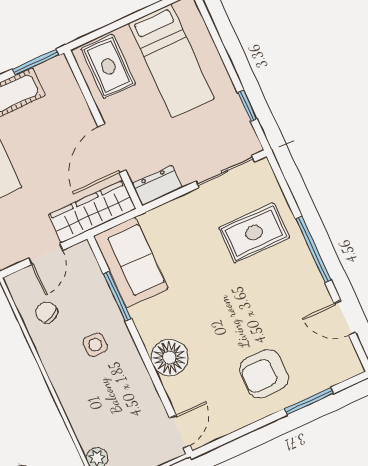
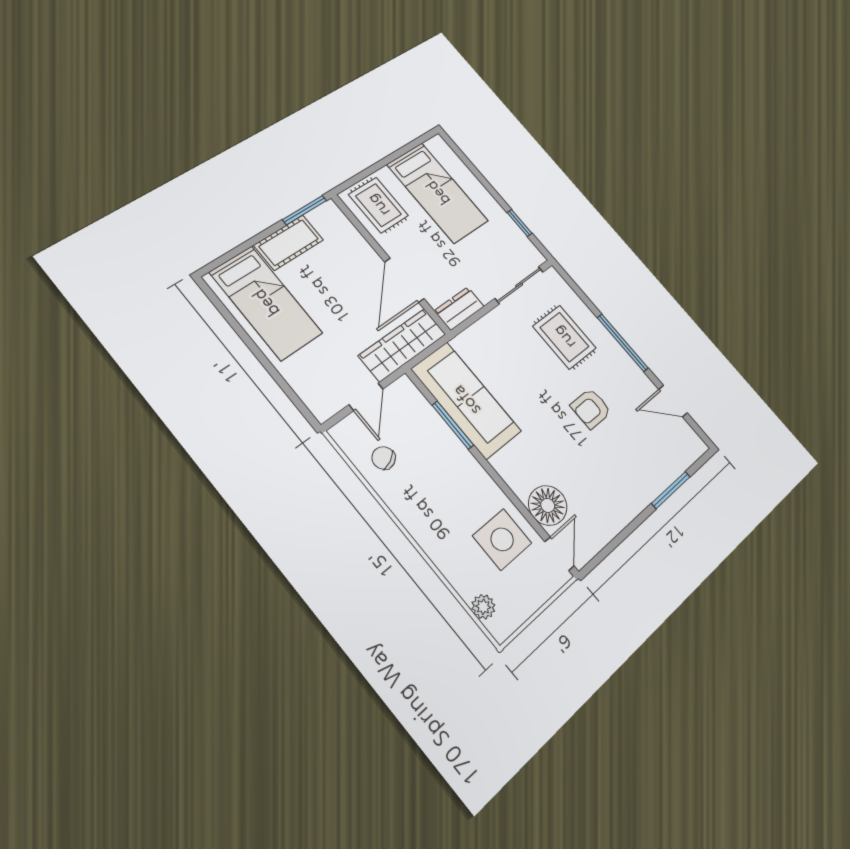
rug: (254, 233) -> (564, 337), turned 90
sofa: (131, 262) -> (466, 400), width x1.36
side table: (95, 345) -> (502, 539), moved, width x1.87, depth x1.87
floor lamp: (169, 358) -> (548, 505), moved
armchair: (264, 374) -> (591, 408), moved, width x0.72, depth x0.72

